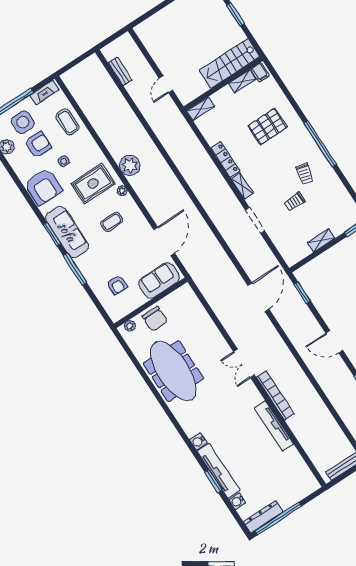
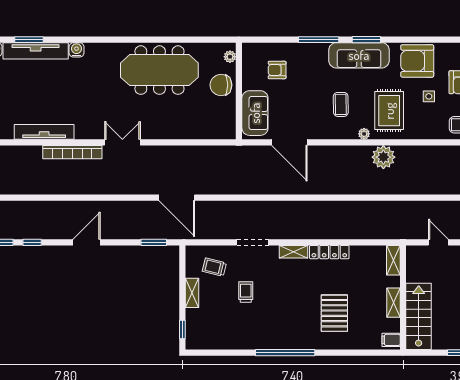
shelving: (242, 81) -> (393, 303), moved
trolley: (305, 174) -> (214, 267), moved

